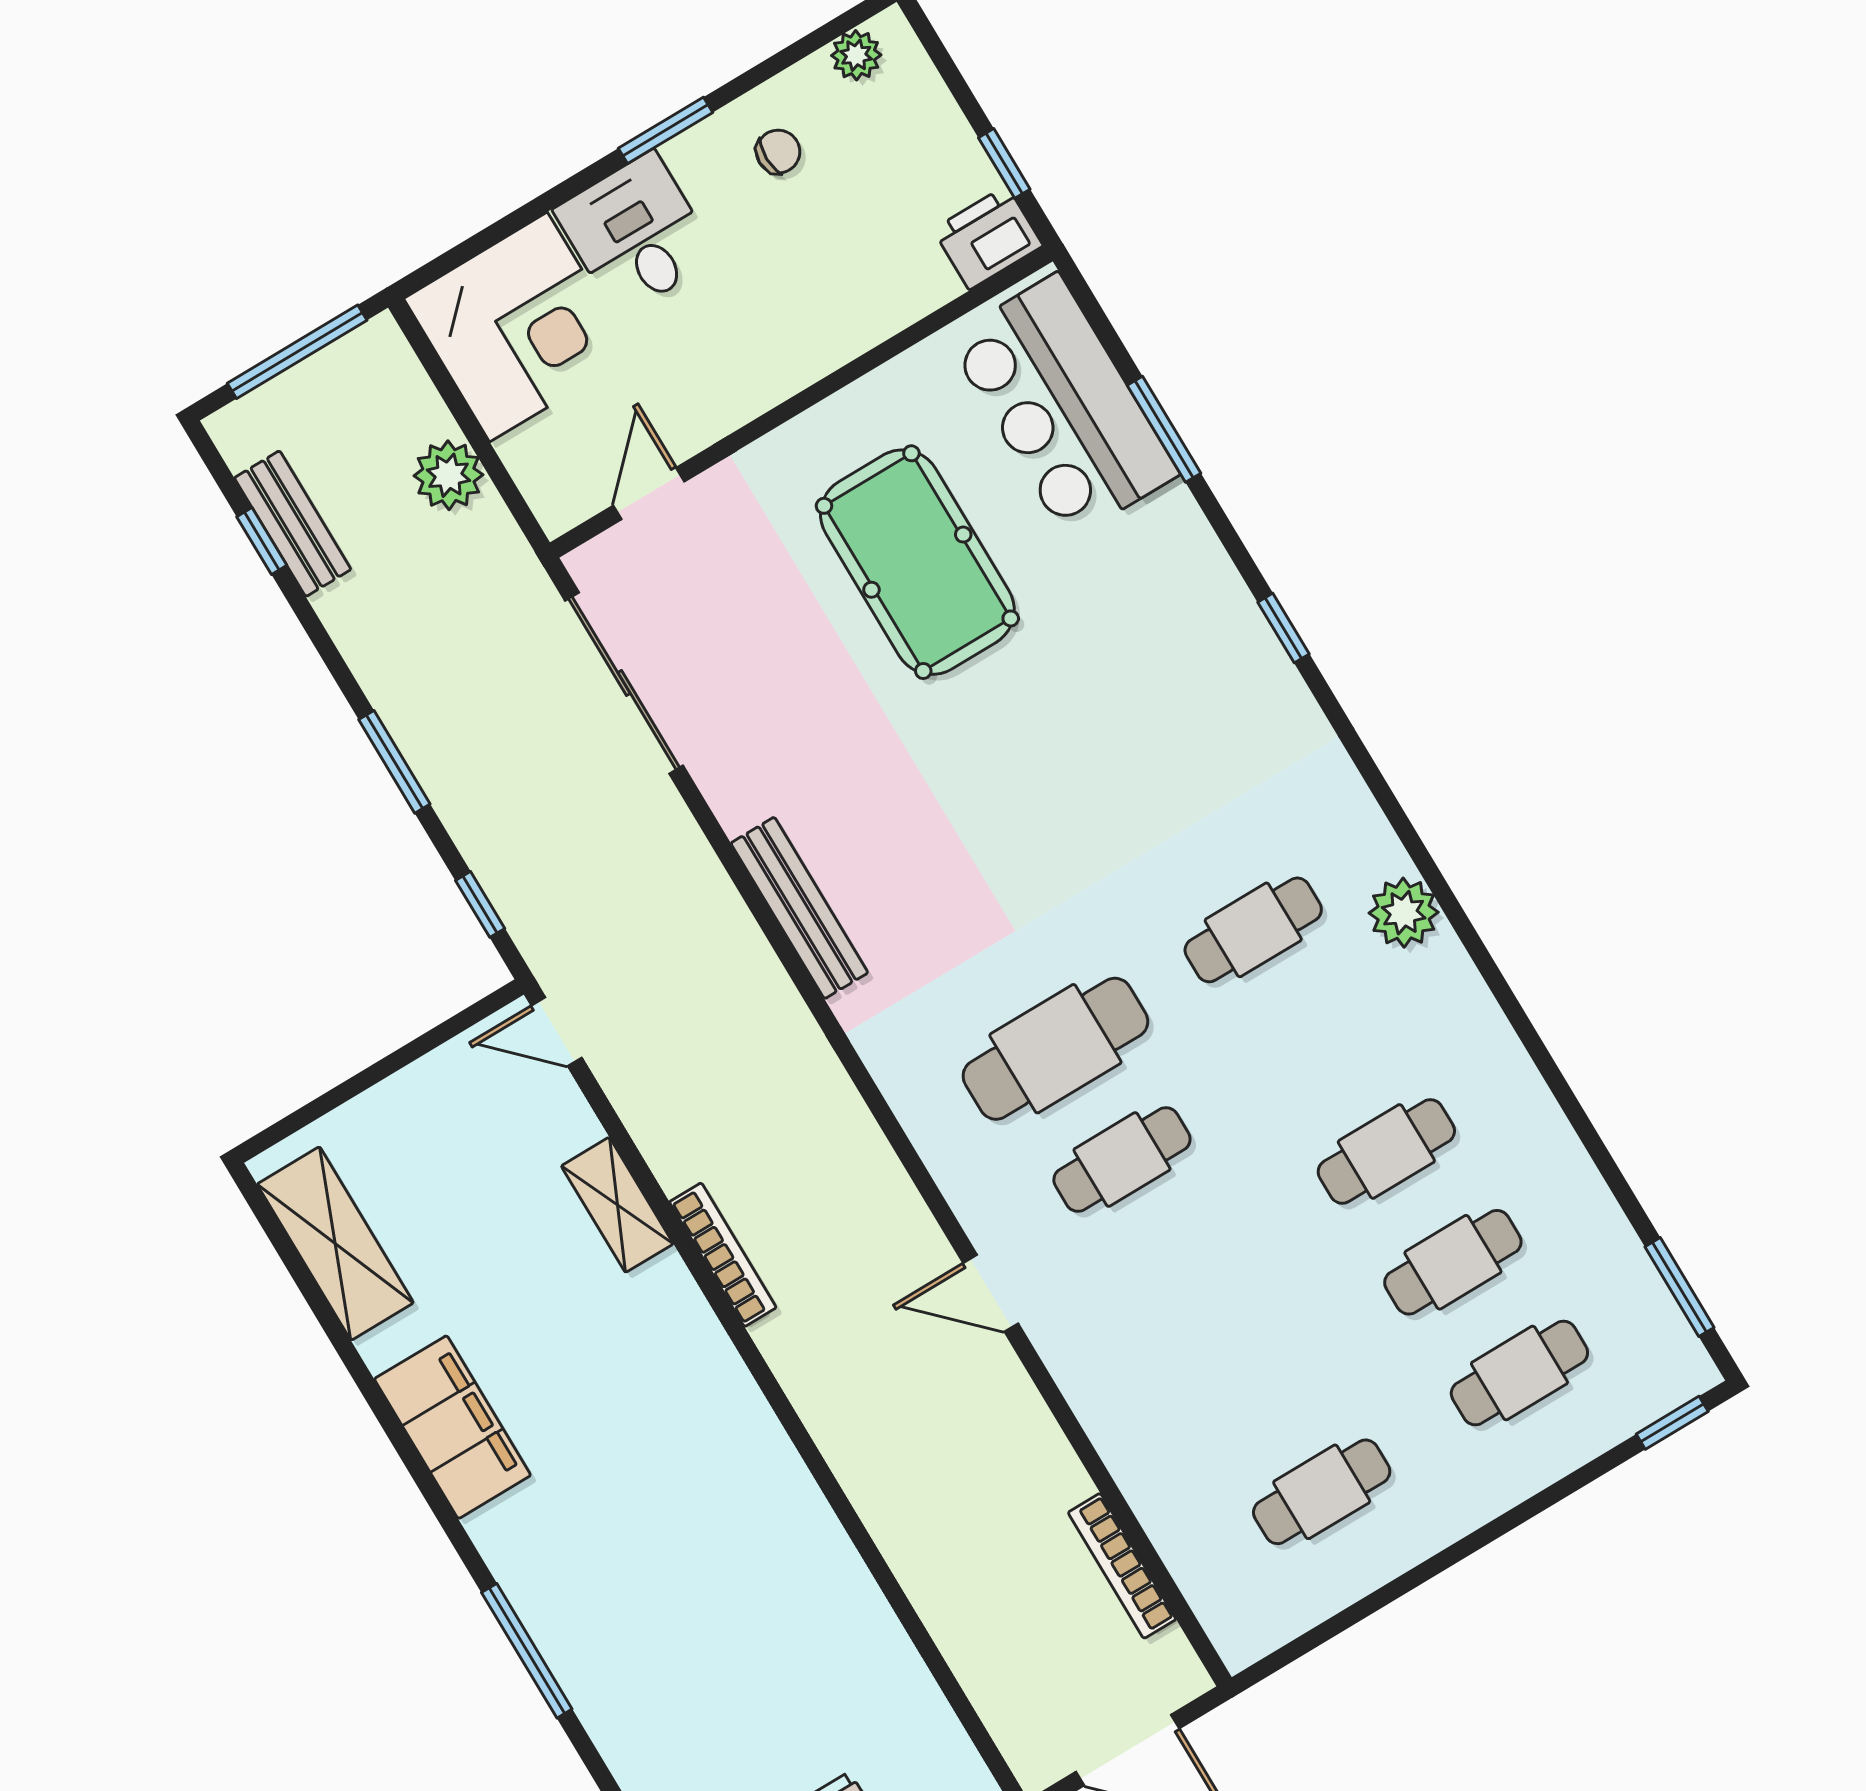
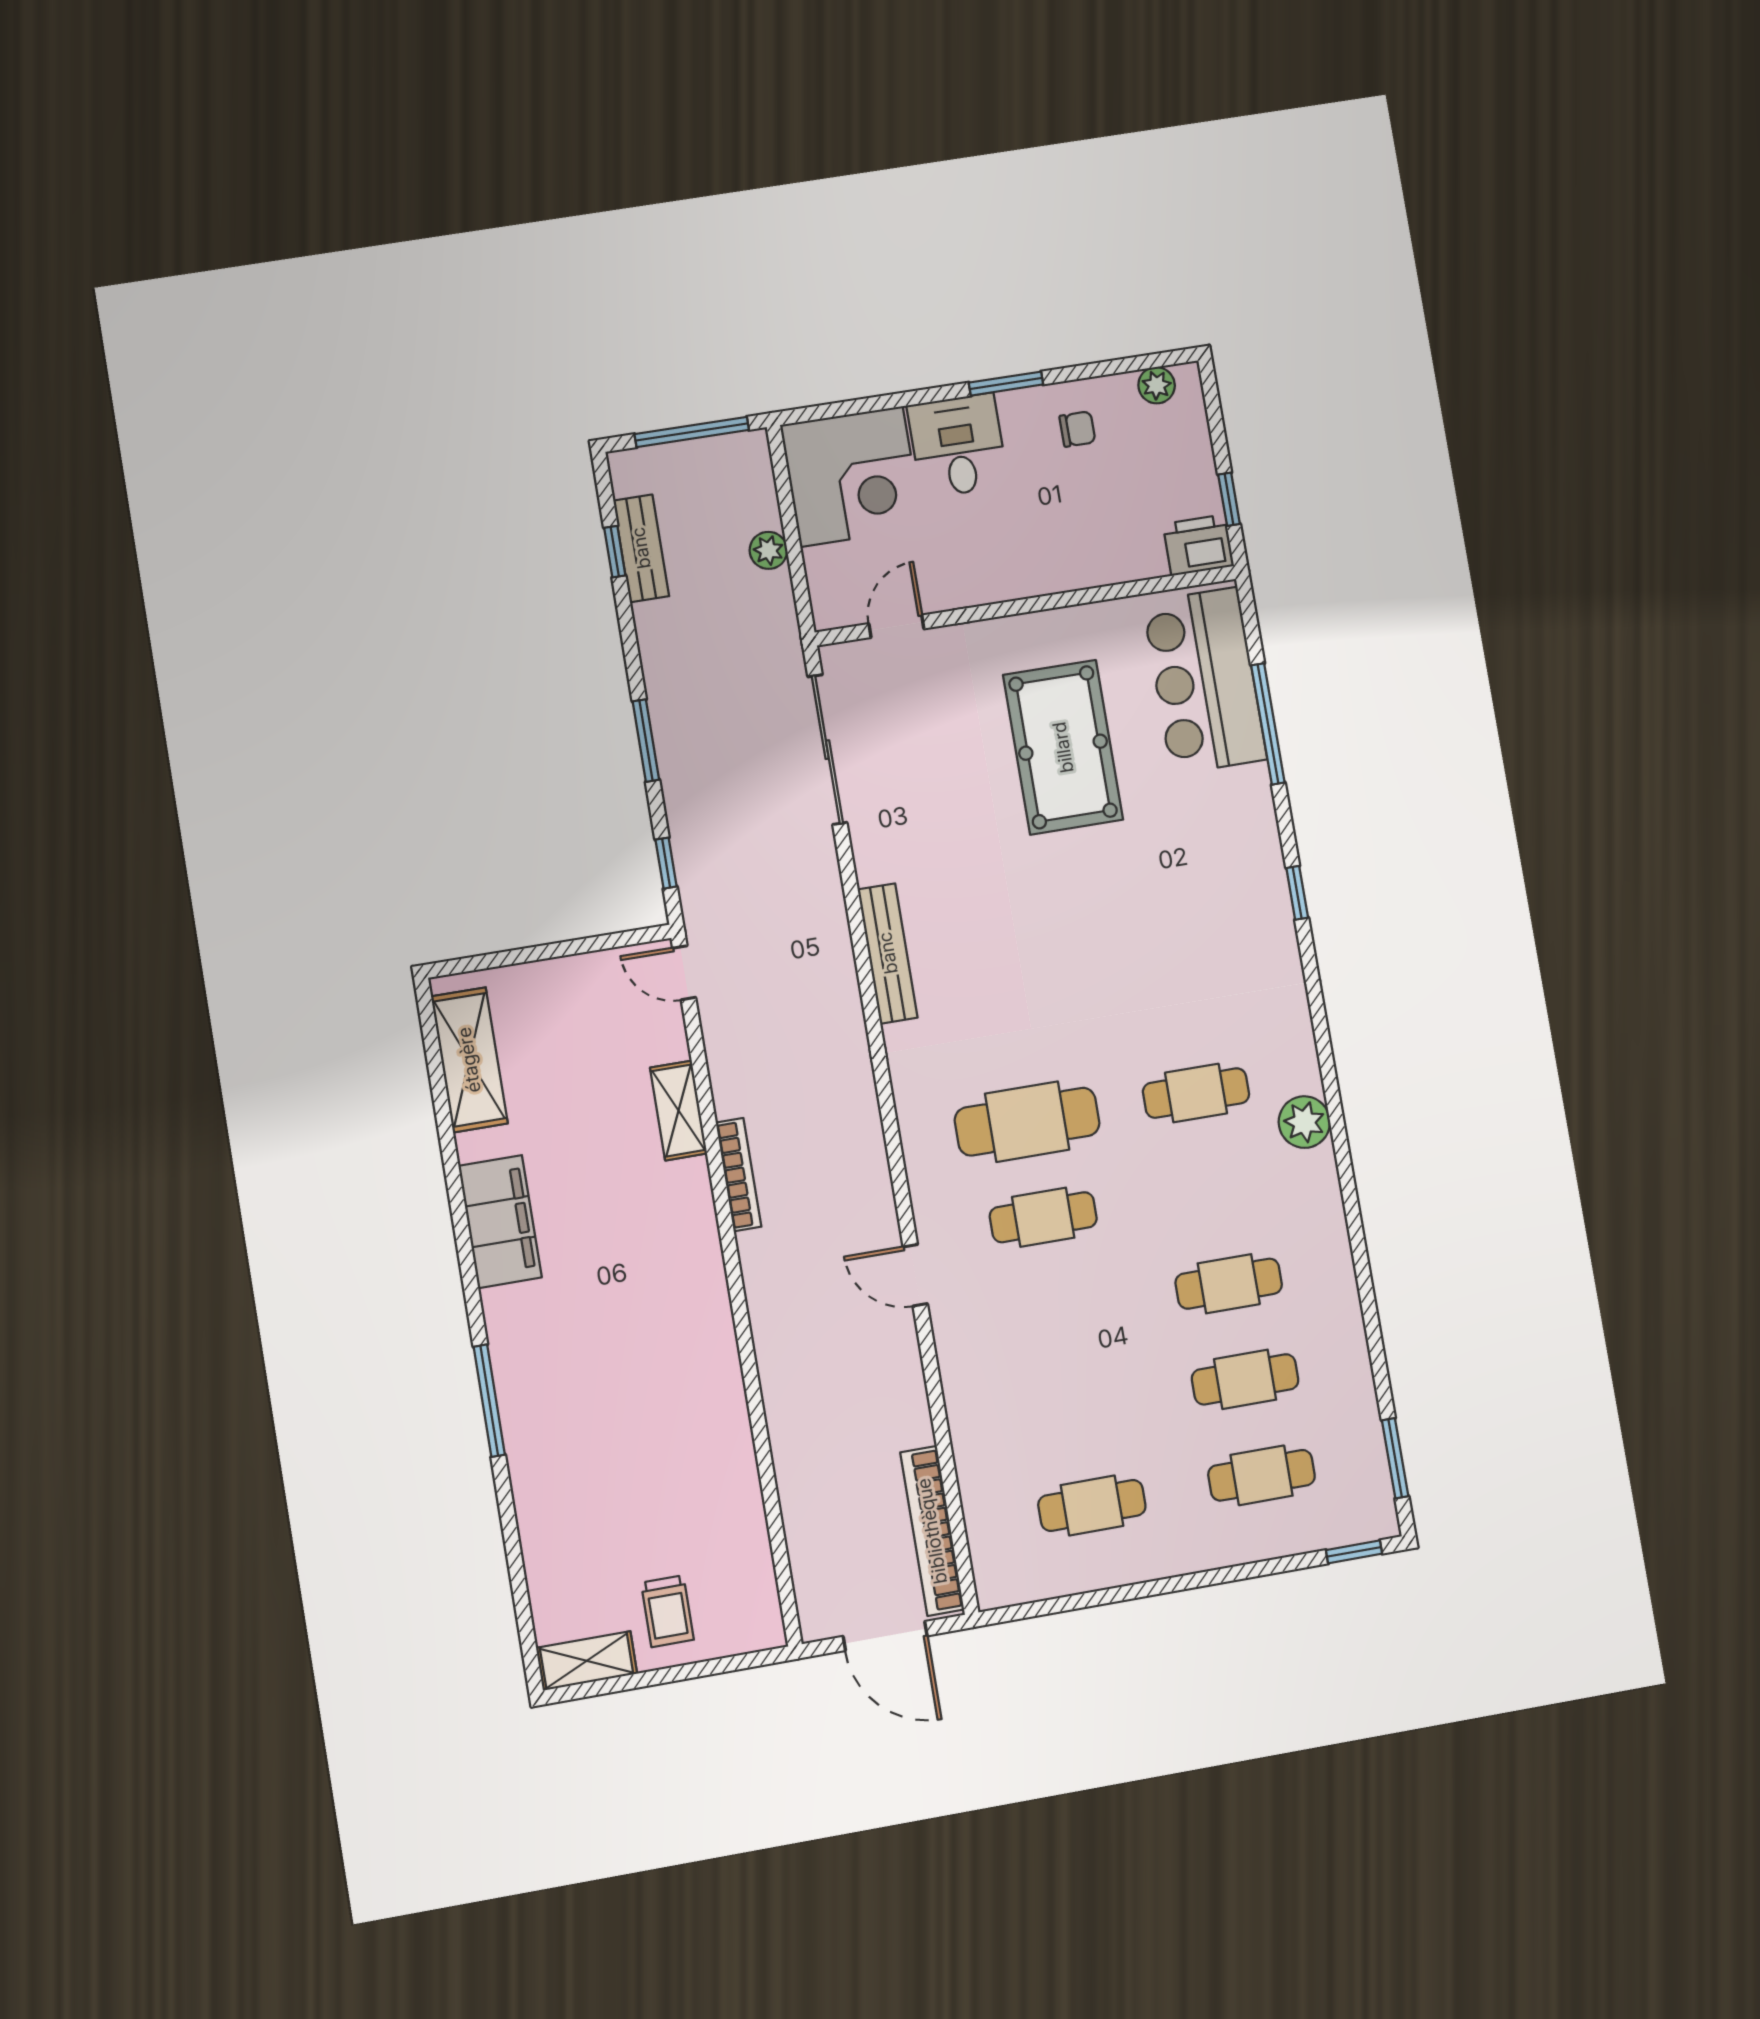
window: (1164, 429) -> (1268, 724), width x1.44
plant: (448, 475) -> (768, 550), width x0.73, depth x0.73
bookcase: (1122, 1566) -> (932, 1531), width x1.48, depth x1.31

